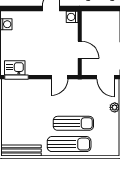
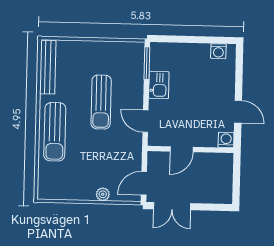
kitchen sink: (15, 68) -> (159, 85), moved
sun lounger: (73, 123) -> (101, 102), moved

